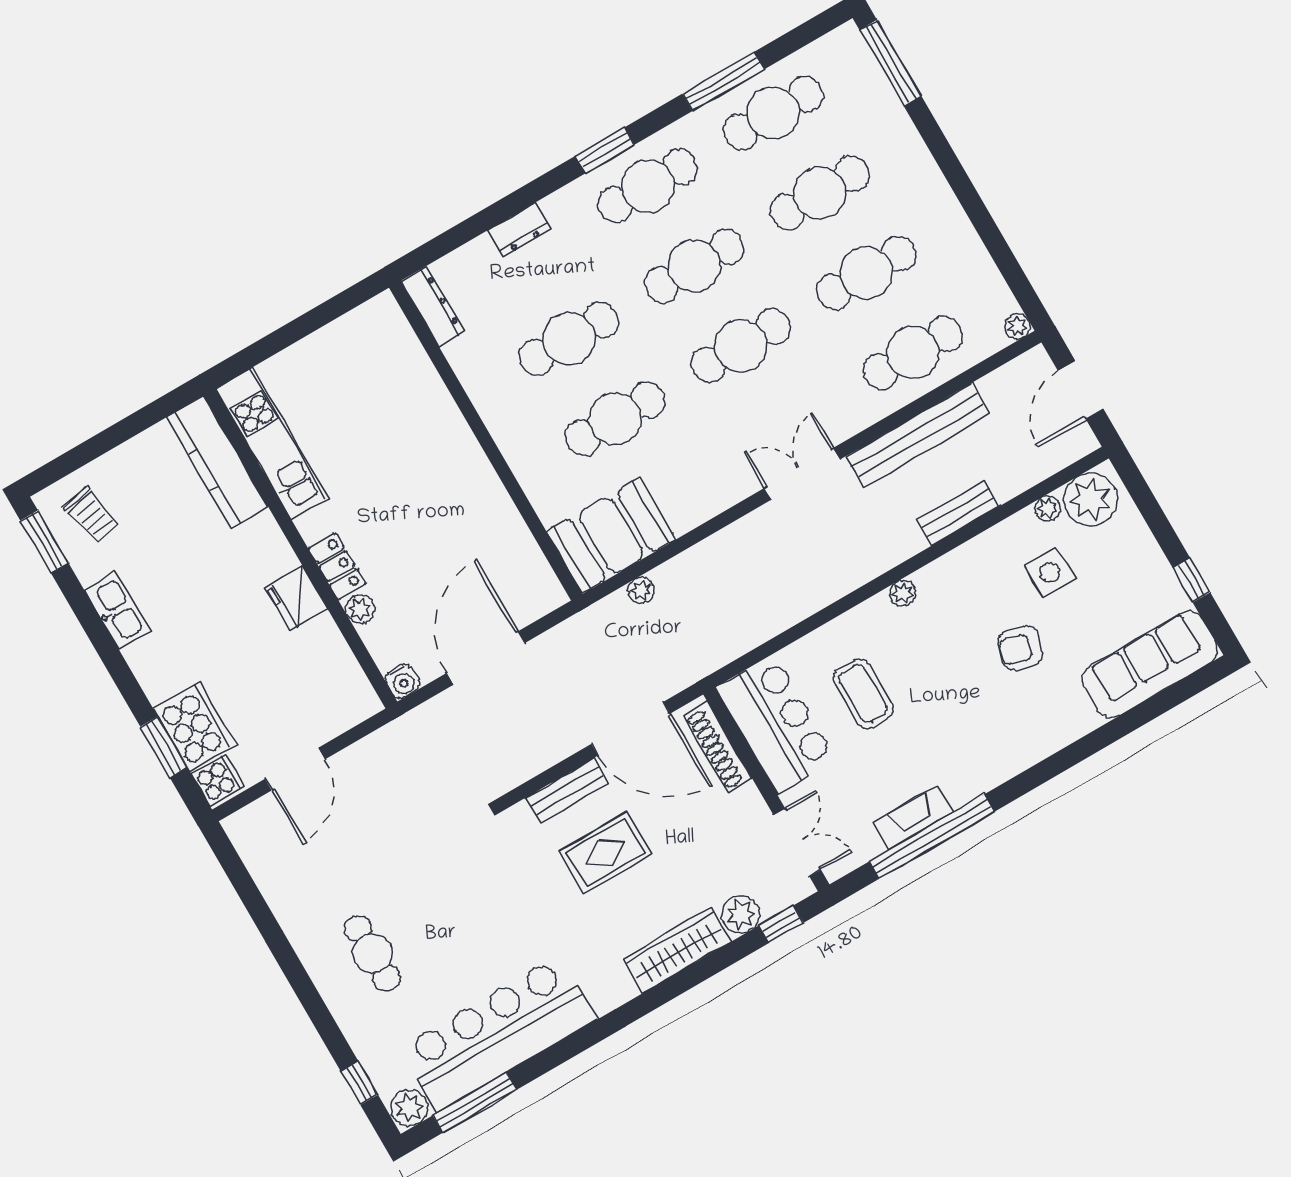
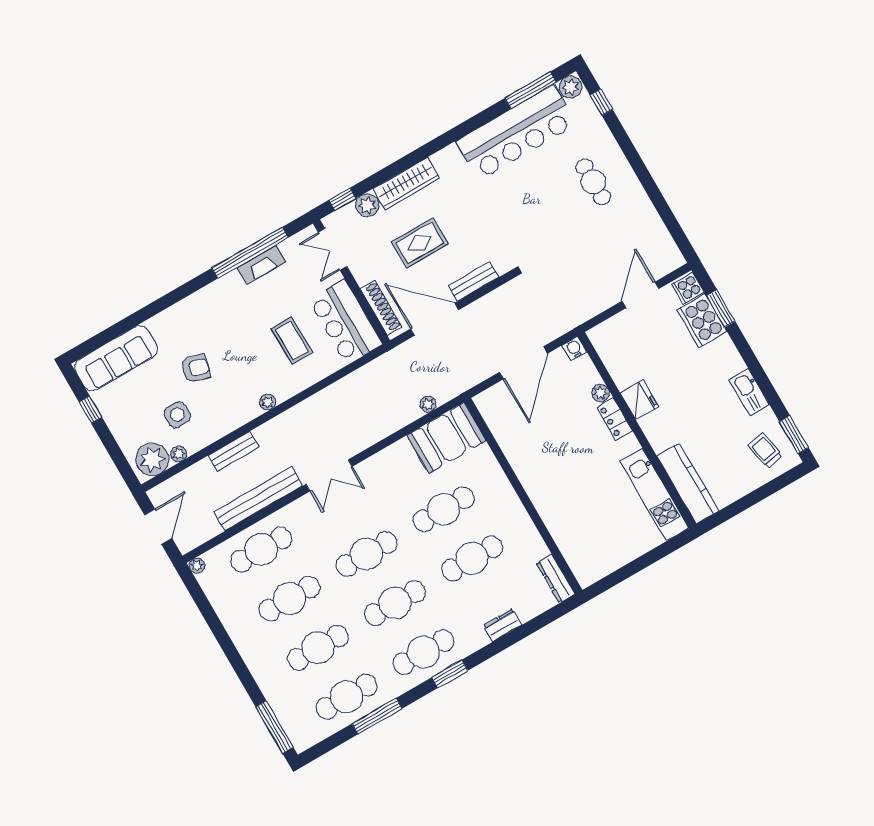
rug: (605, 853) -> (420, 243), moved

